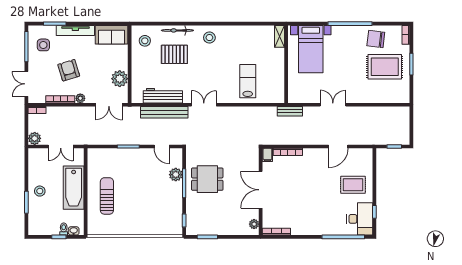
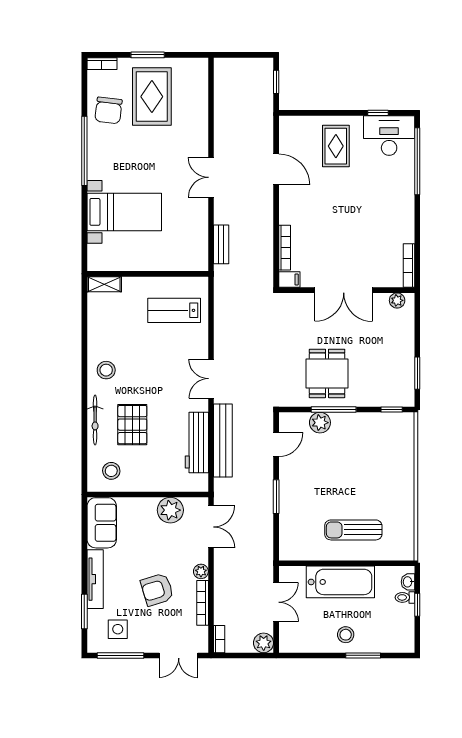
shelving: (279, 36) -> (104, 284), moved
wall: (286, 64) -> (148, 274), moved

